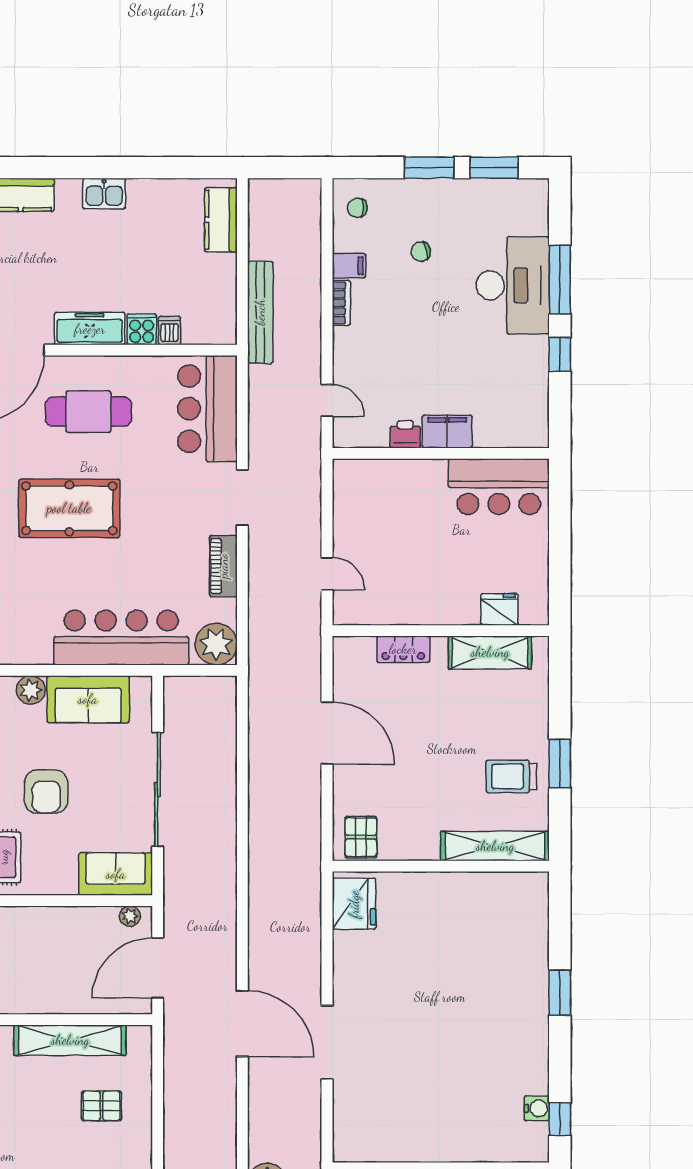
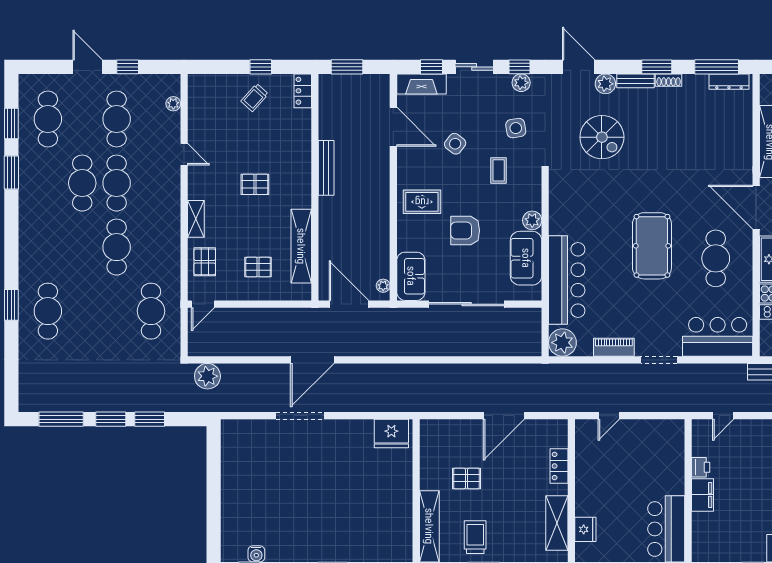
pallet: (361, 837) -> (466, 478), moved
pallet: (102, 1106) -> (258, 267), turned 90

